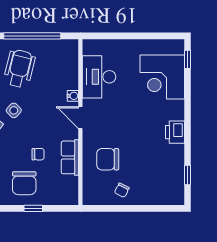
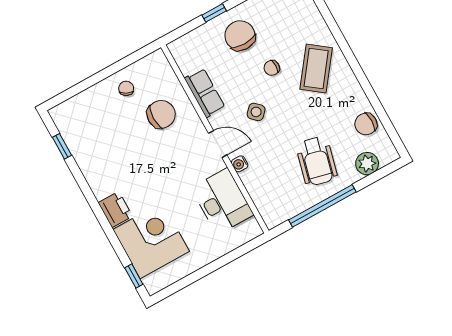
side table: (14, 110) -> (256, 112), moved
printer: (175, 132) -> (115, 210), moved
chair: (38, 154) -> (272, 68), moved

